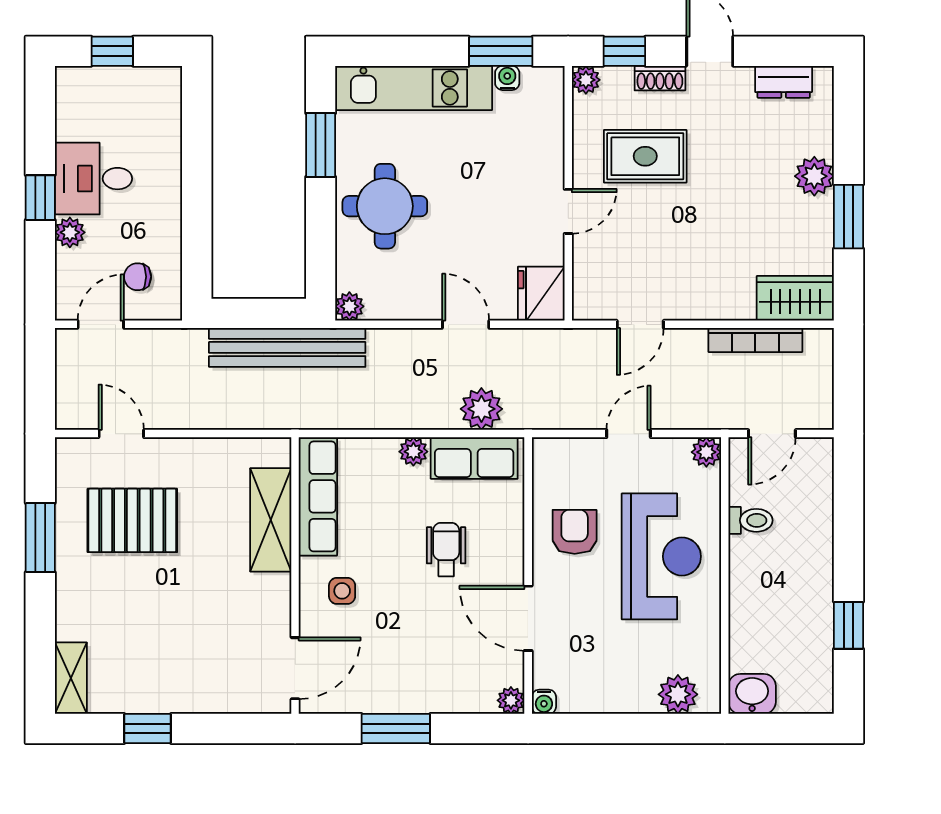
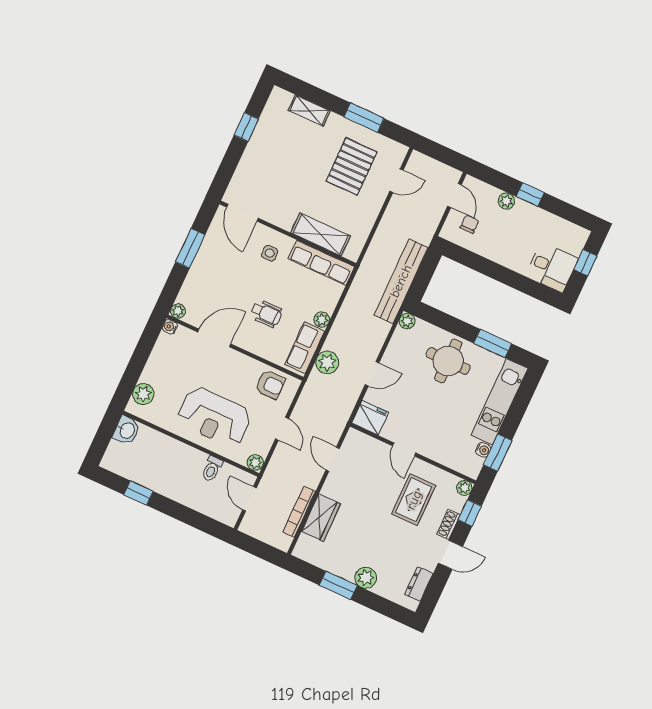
desk: (93, 179) -> (552, 267), moved, turned 90
wardrobe: (795, 298) -> (321, 518), moved
armchair: (575, 532) -> (270, 384), moved
shelving: (71, 678) -> (309, 111), moved

